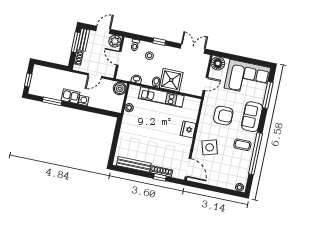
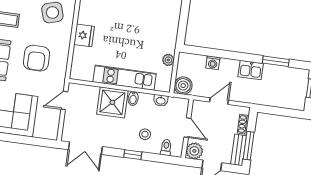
floor lamp: (218, 63) -> (49, 130), removed
washing machine: (84, 101) -> (213, 63), moved
armchair: (223, 116) -> (37, 58), turned -90

